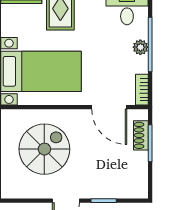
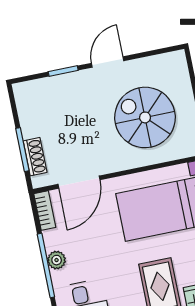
door: (109, 107) -> (79, 182), swing flipped
spiral stairs: (44, 149) -> (145, 117), turned 90

